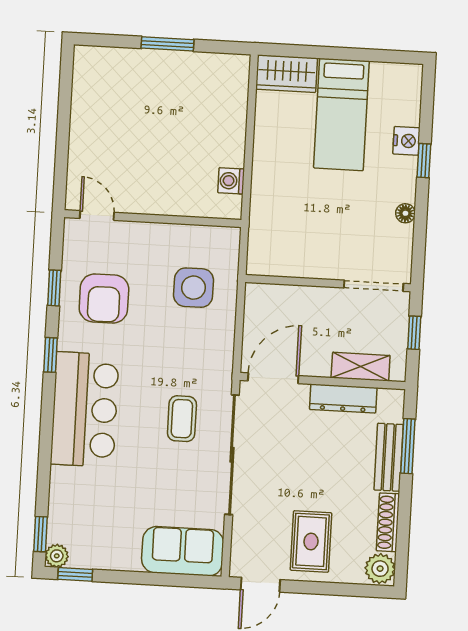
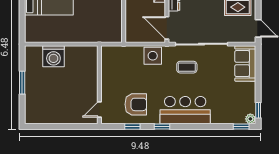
wardrobe: (287, 74) -> (32, 29), removed
washing machine: (231, 181) -> (53, 56), moved, width x1.89, depth x1.89
side table: (194, 288) -> (153, 56), moved

